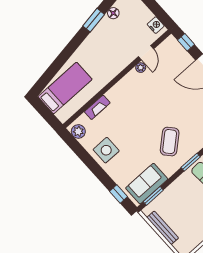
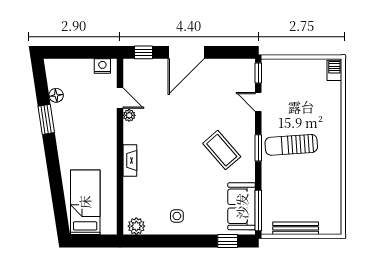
fireplace: (97, 107) -> (130, 160), moved
side table: (106, 150) -> (177, 216), width x0.54, depth x0.54
window: (153, 196) -> (258, 210), width x1.44

